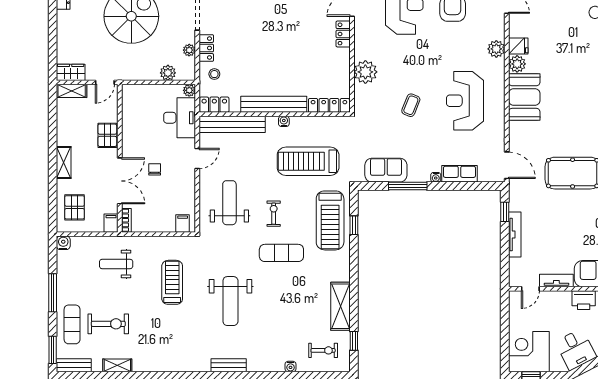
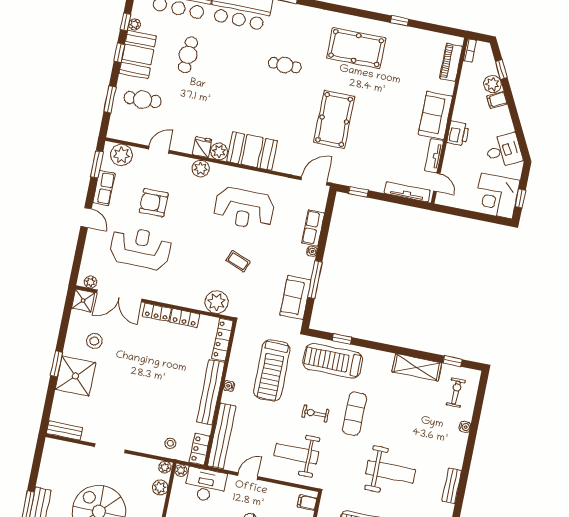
locker: (206, 48) -> (185, 318), moved, turned 180
plant: (189, 50) -> (165, 467), moved
plant: (365, 72) -> (217, 302), moved
door: (197, 158) -> (248, 476), hinge flipped
treadmill: (330, 220) -> (333, 361), turned 180
tv unit: (515, 235) -> (407, 192), moved

